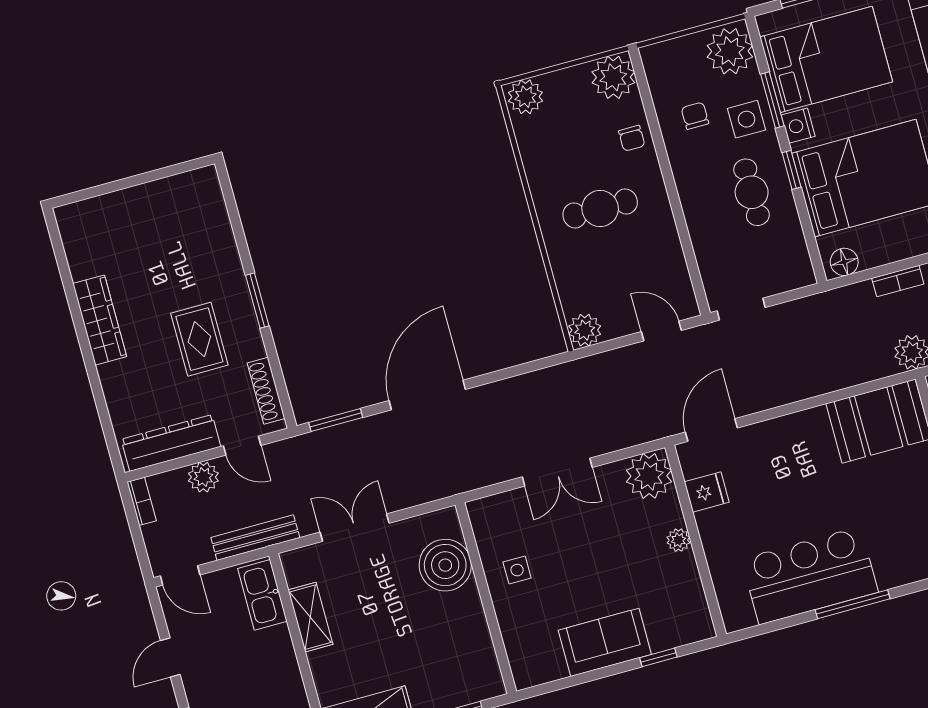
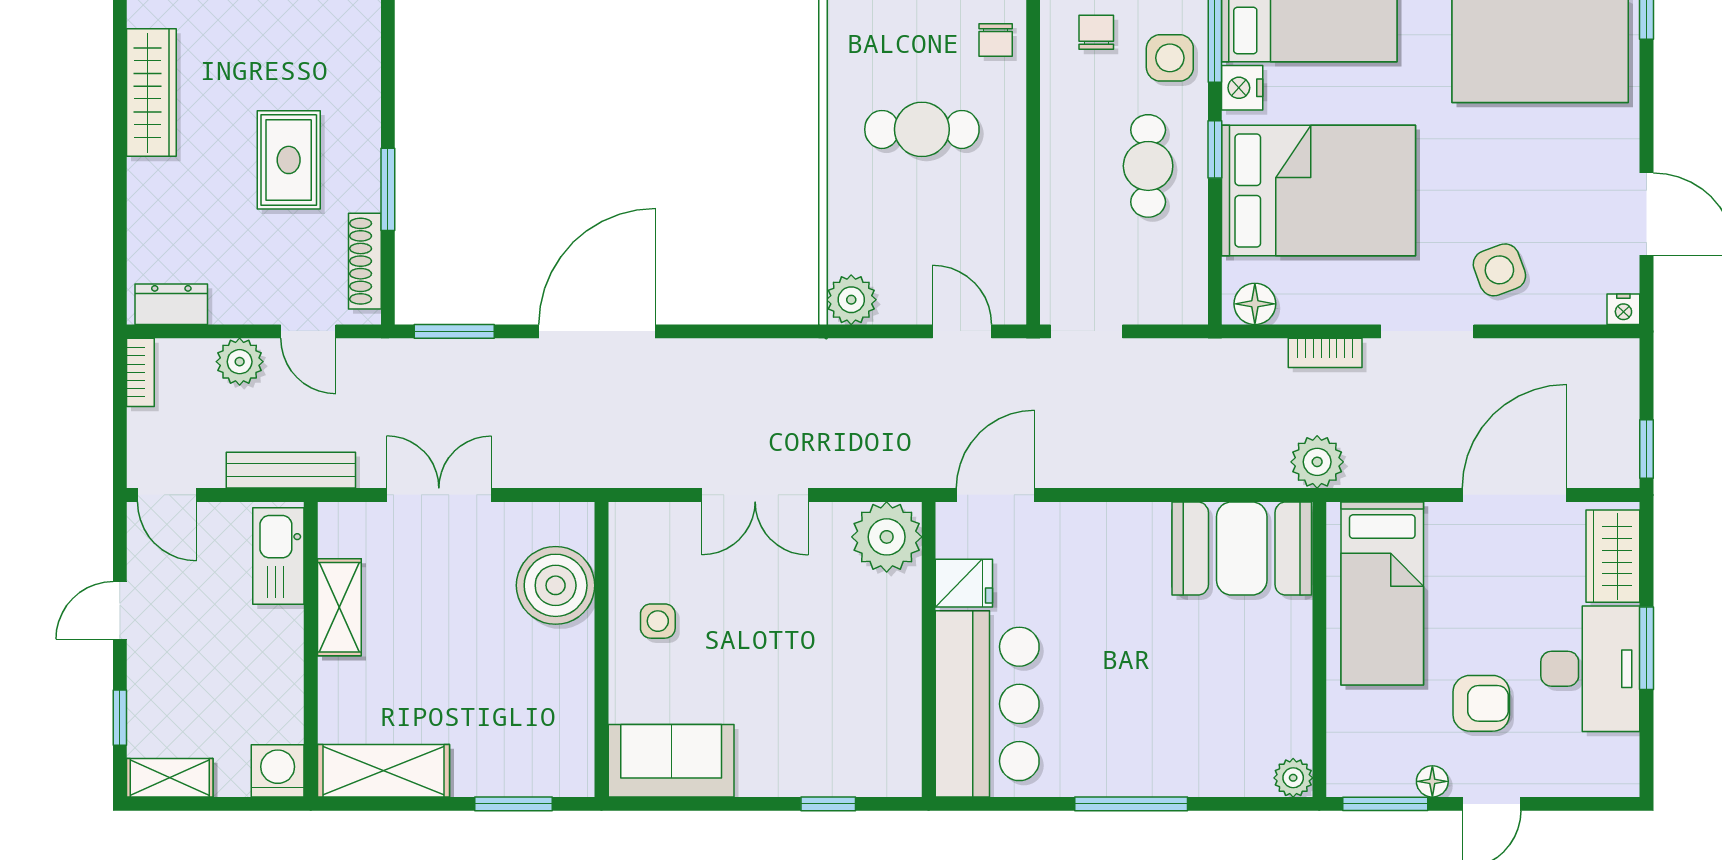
window: (257, 301) -> (388, 189), moved
dresser: (171, 443) -> (171, 304), width x0.51, depth x0.80
plant: (678, 540) -> (904, 642), removed
bar counter: (810, 576) -> (987, 704), moved, turned 90
sofa: (605, 642) -> (671, 761), moved

